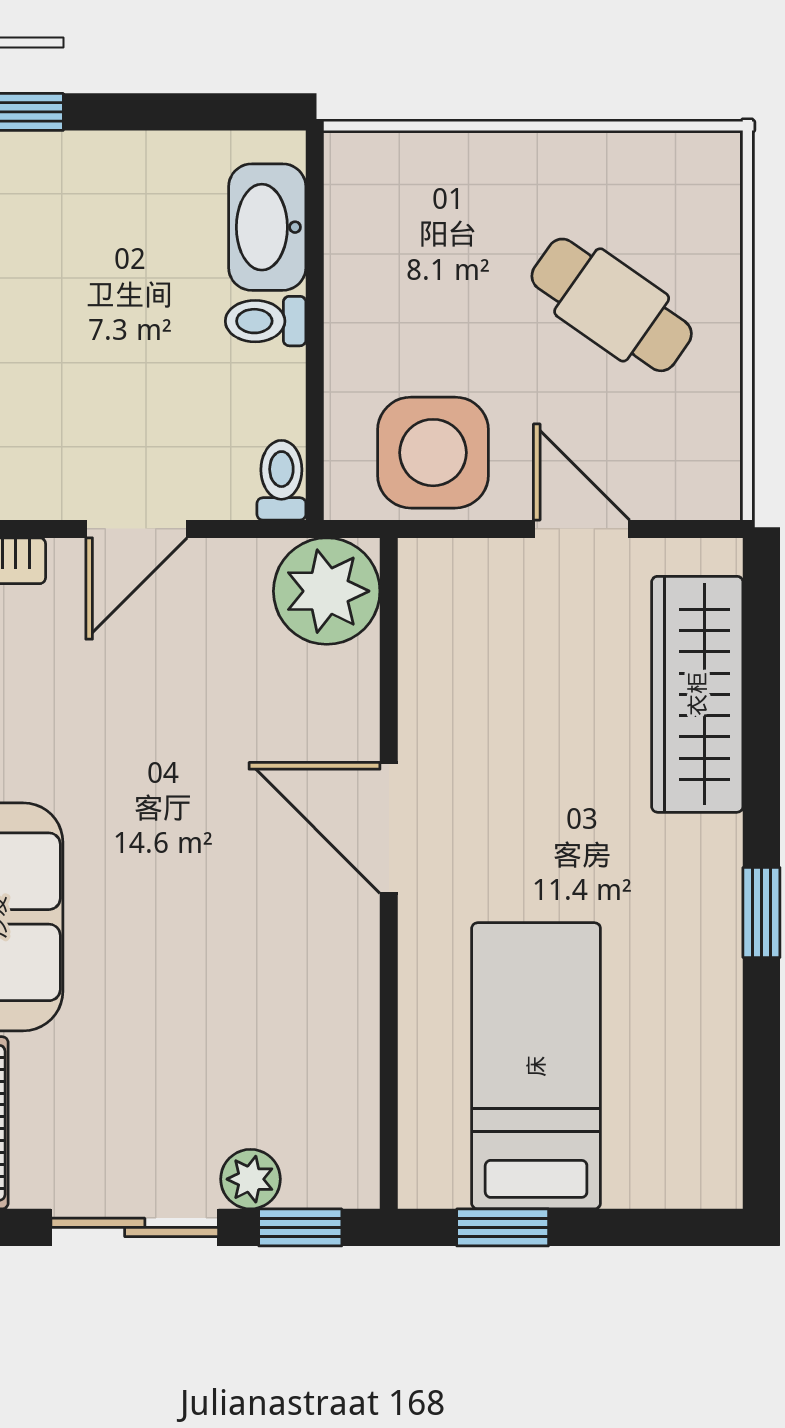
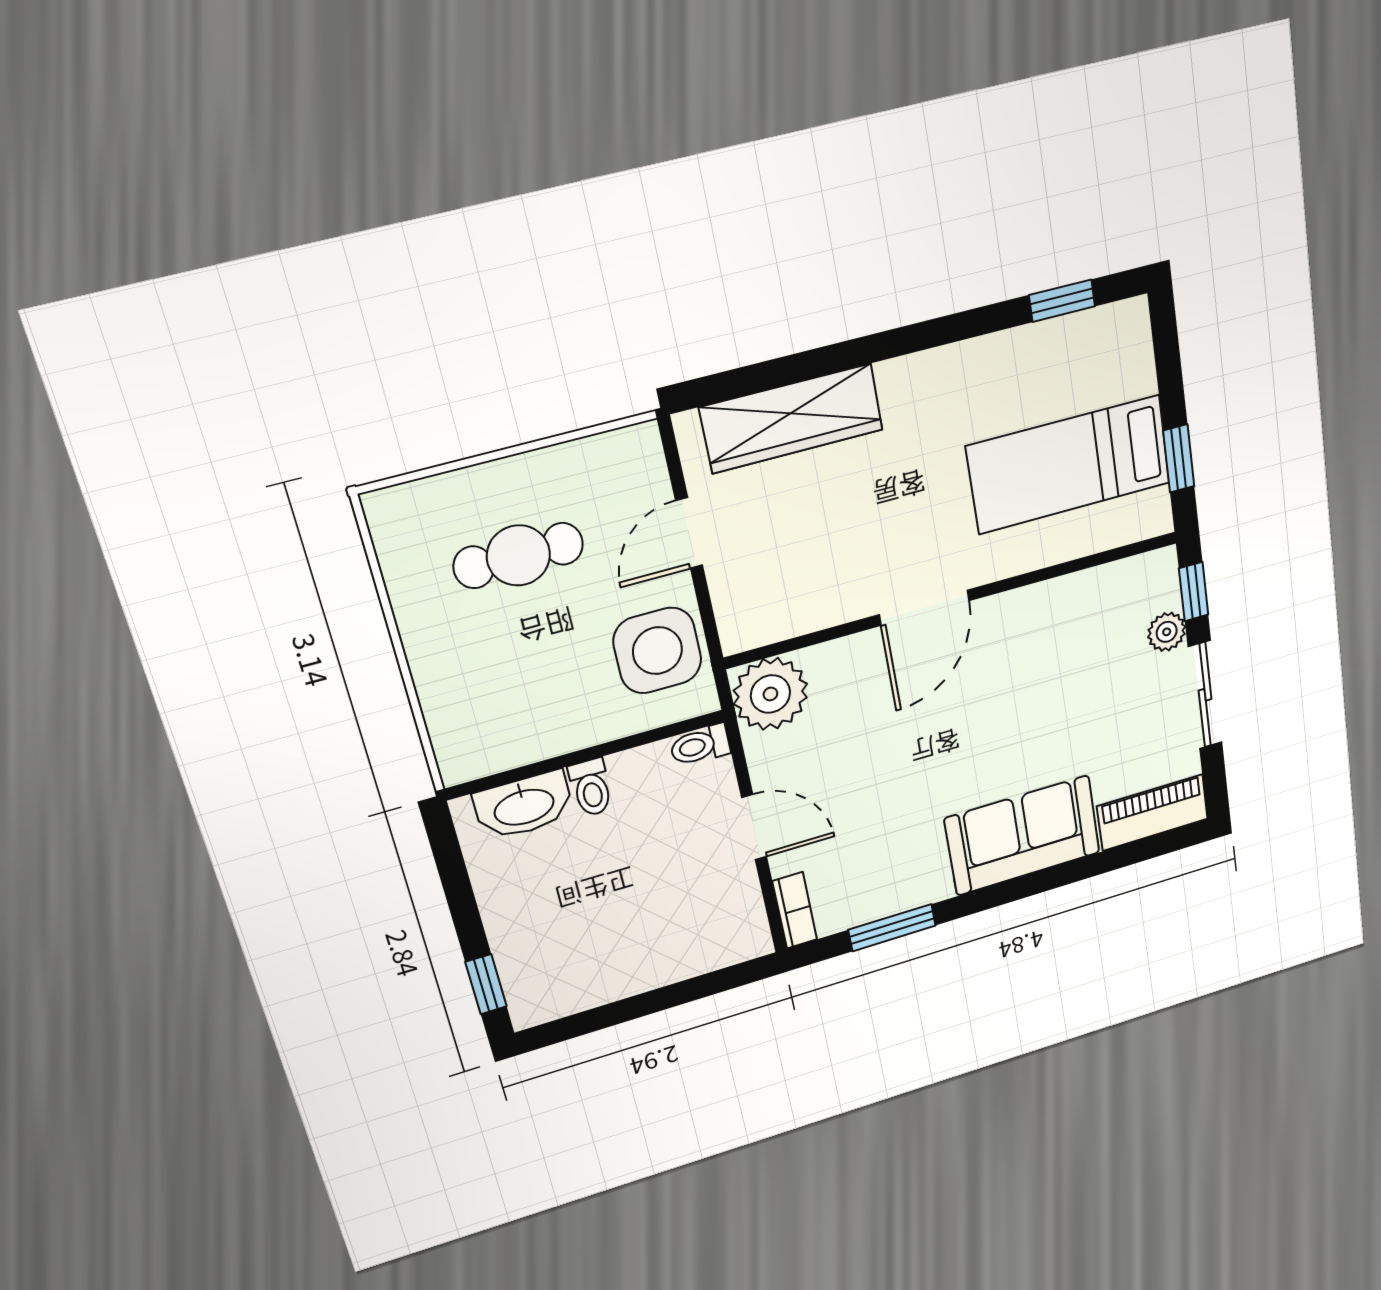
cafe table: (612, 305) -> (518, 555), turned 55
window: (761, 913) -> (1062, 301), moved

